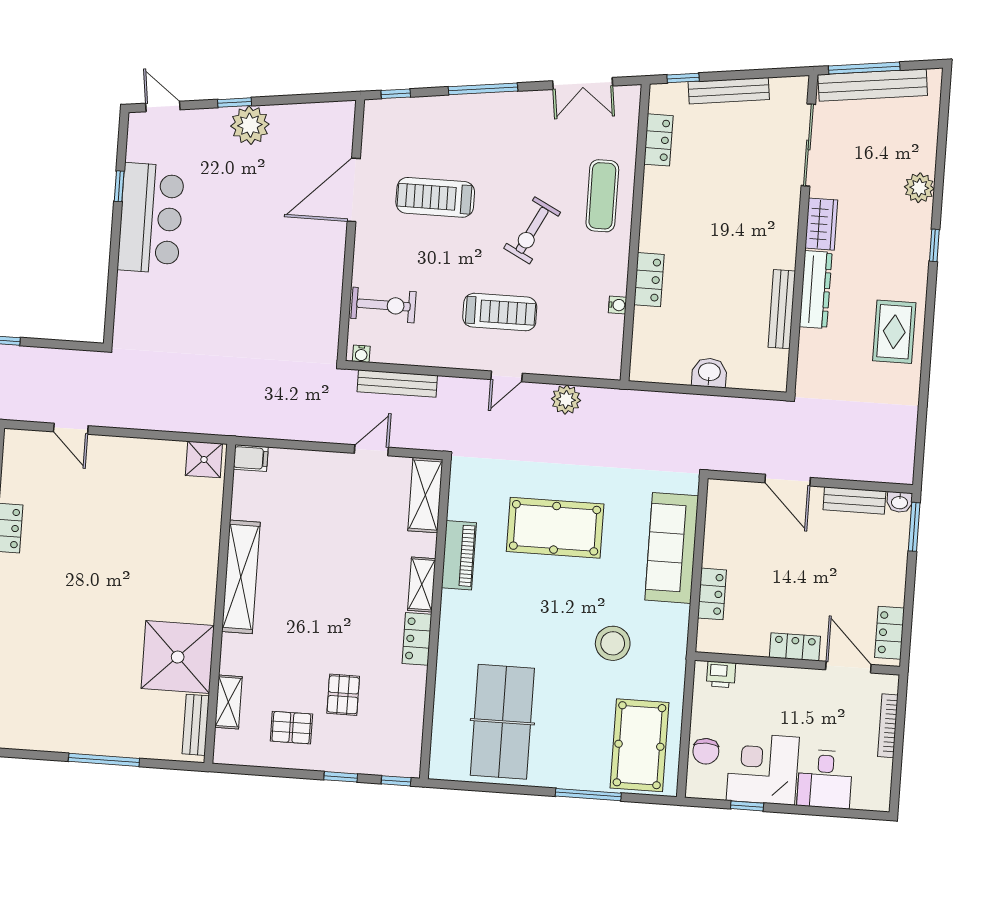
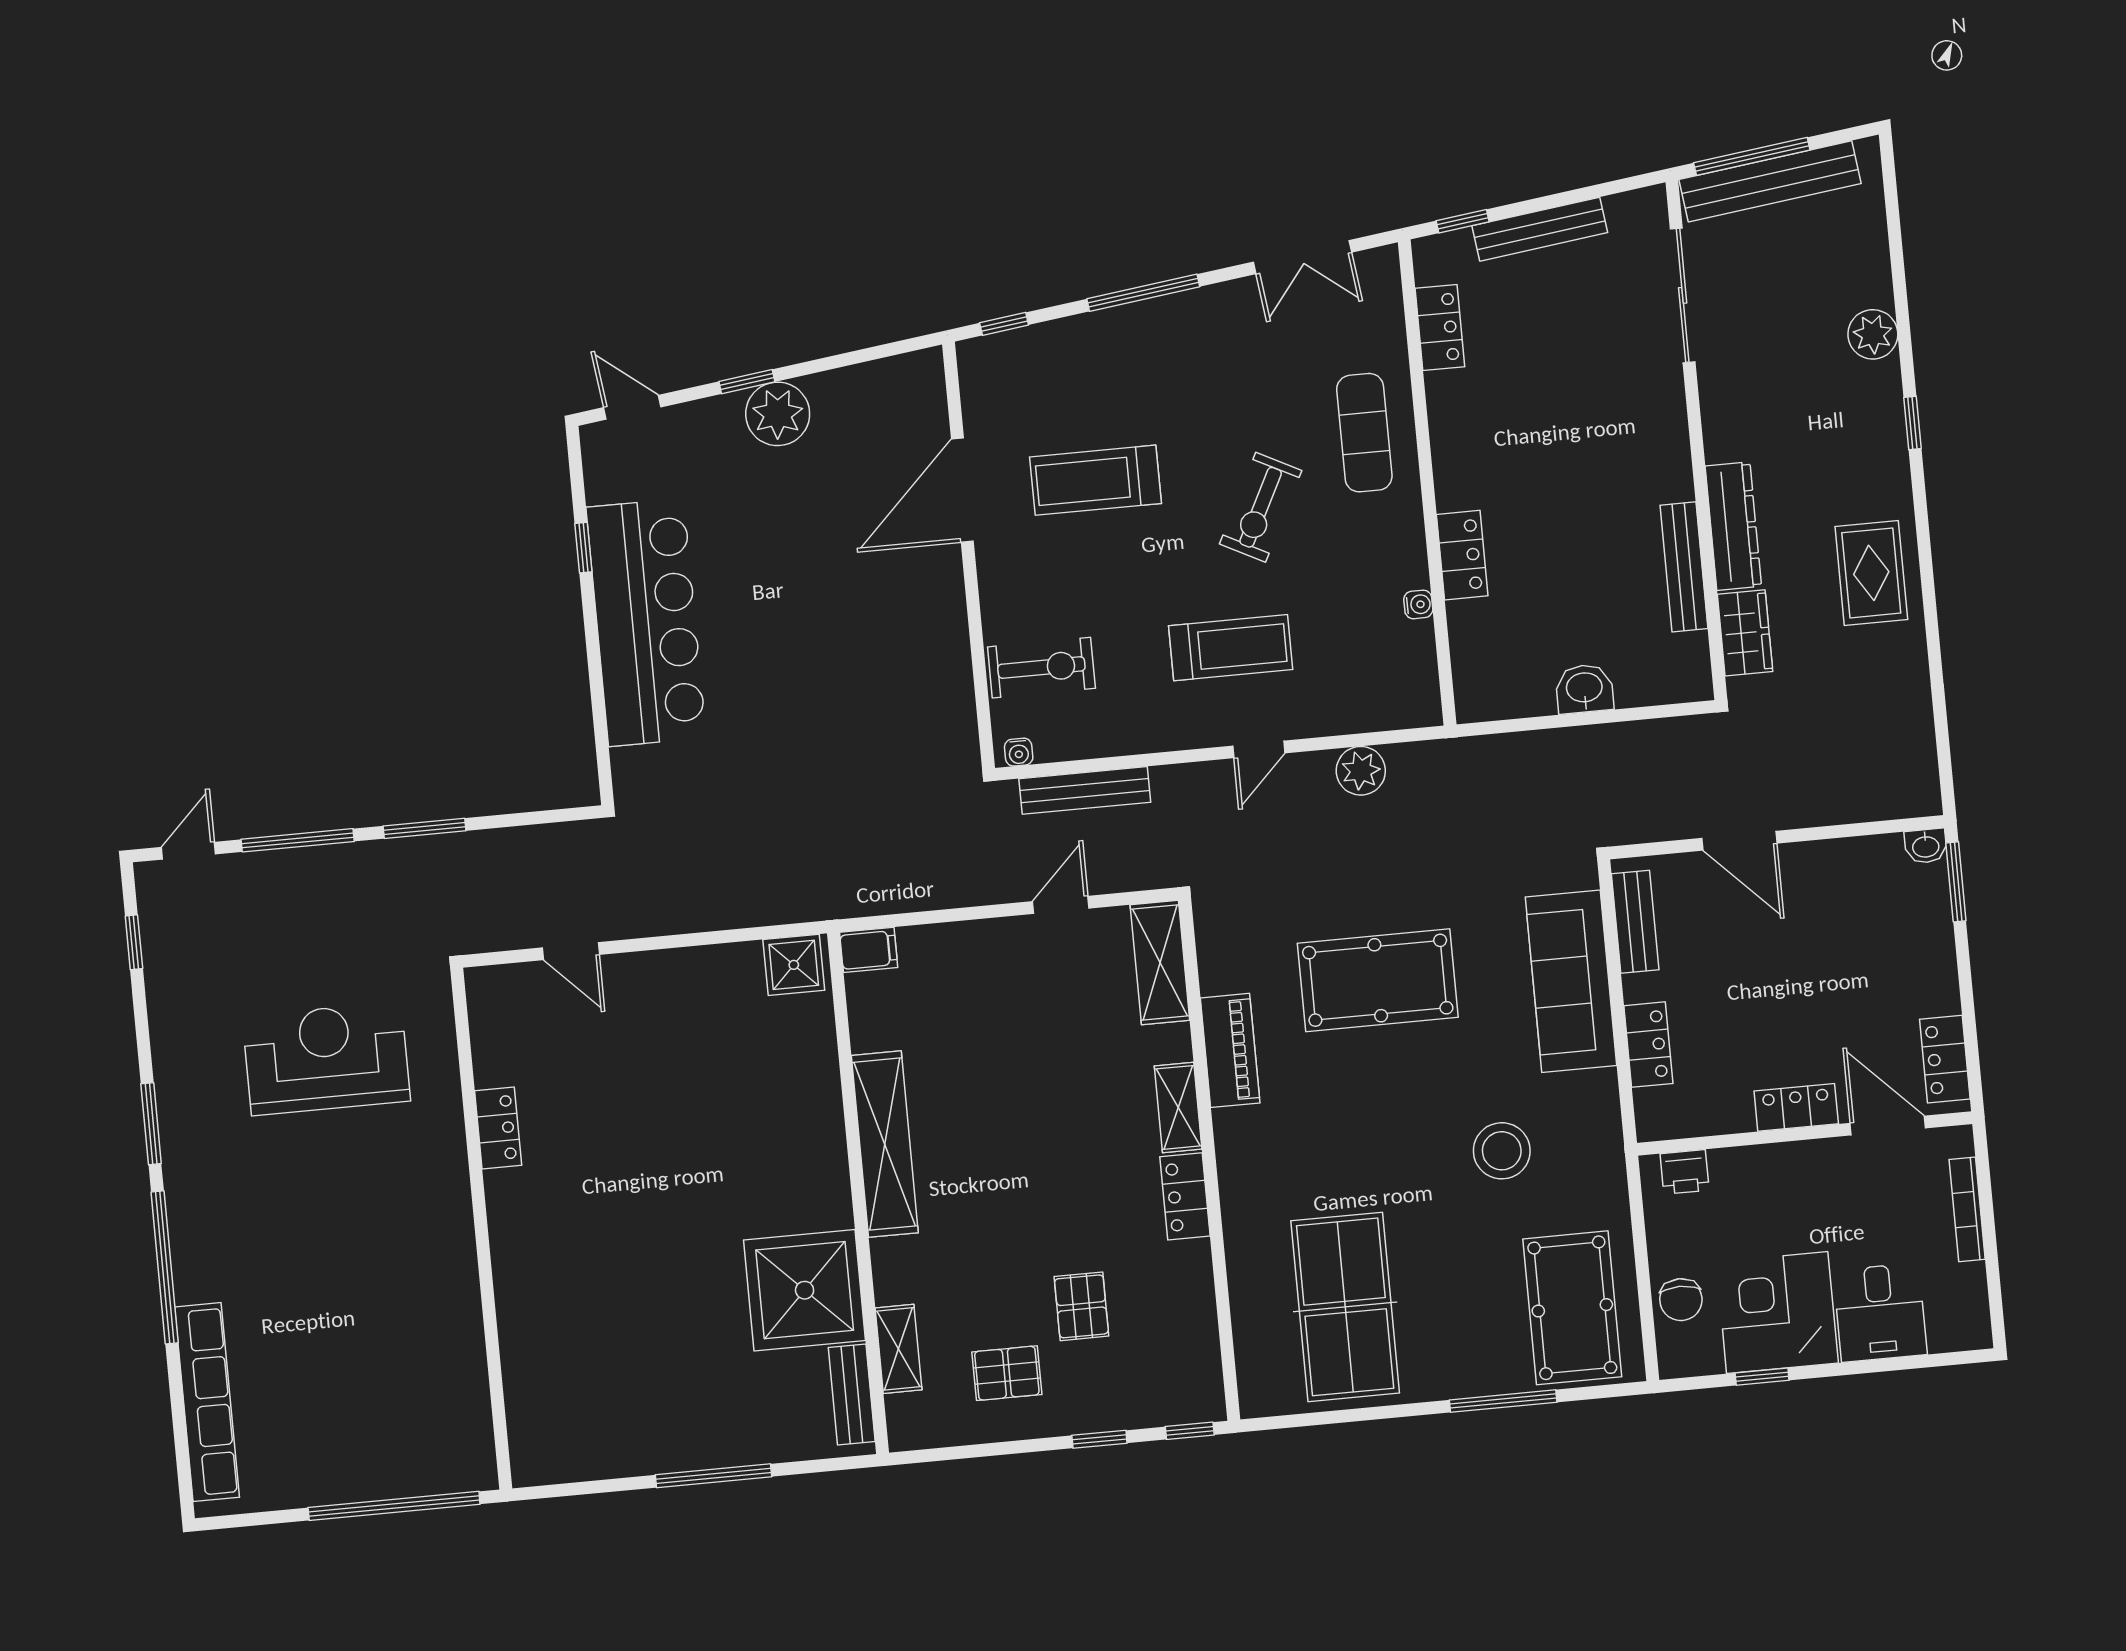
bar counter: (151, 218) -> (646, 622), width x1.36
wardrobe: (821, 224) -> (1745, 633), moved
bench: (854, 500) -> (1635, 922), moved, turned 90

